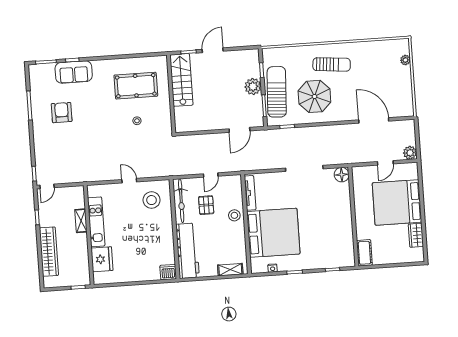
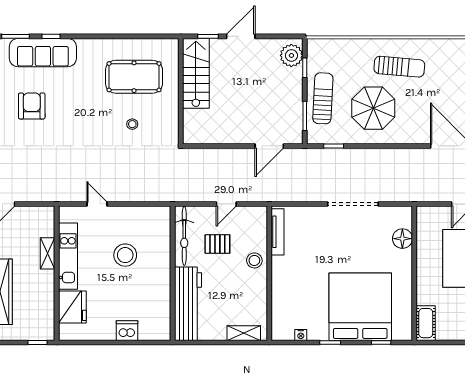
sofa: (74, 72) -> (43, 53), width x1.36
plant: (253, 87) -> (291, 55), moved
sun lounger: (277, 92) -> (323, 98), width x0.73, depth x0.75
floor lamp: (342, 175) -> (402, 239), moved
door: (129, 181) -> (97, 204), moved
stool: (152, 200) -> (125, 255), moved
pallet: (206, 205) -> (217, 244), turned 90
bed: (273, 233) -> (360, 307), moved, turned -90
dishwasher: (168, 272) -> (127, 331), moved

